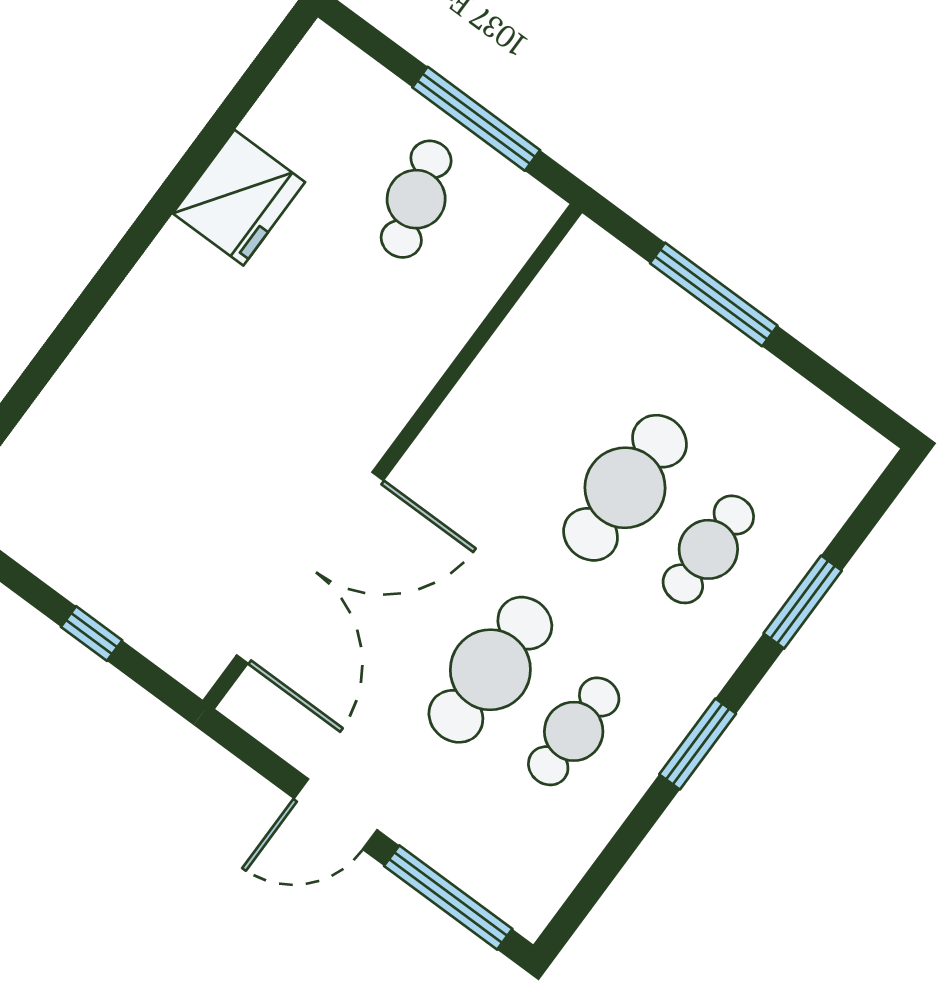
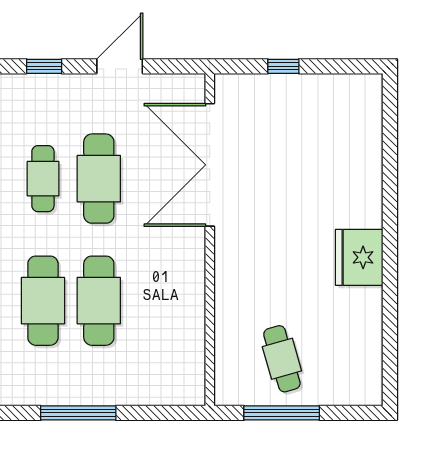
fridge: (239, 198) -> (359, 257), moved
window: (714, 294) -> (78, 413), moved
cafe table: (708, 549) -> (43, 301), width x1.37, depth x1.35
window: (448, 897) -> (44, 66), width x0.46

